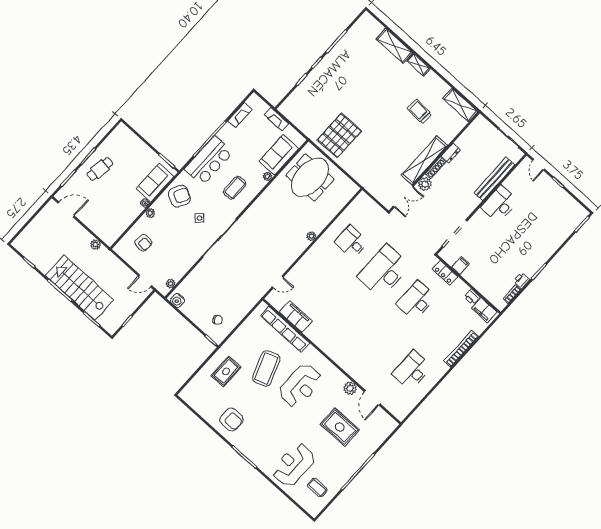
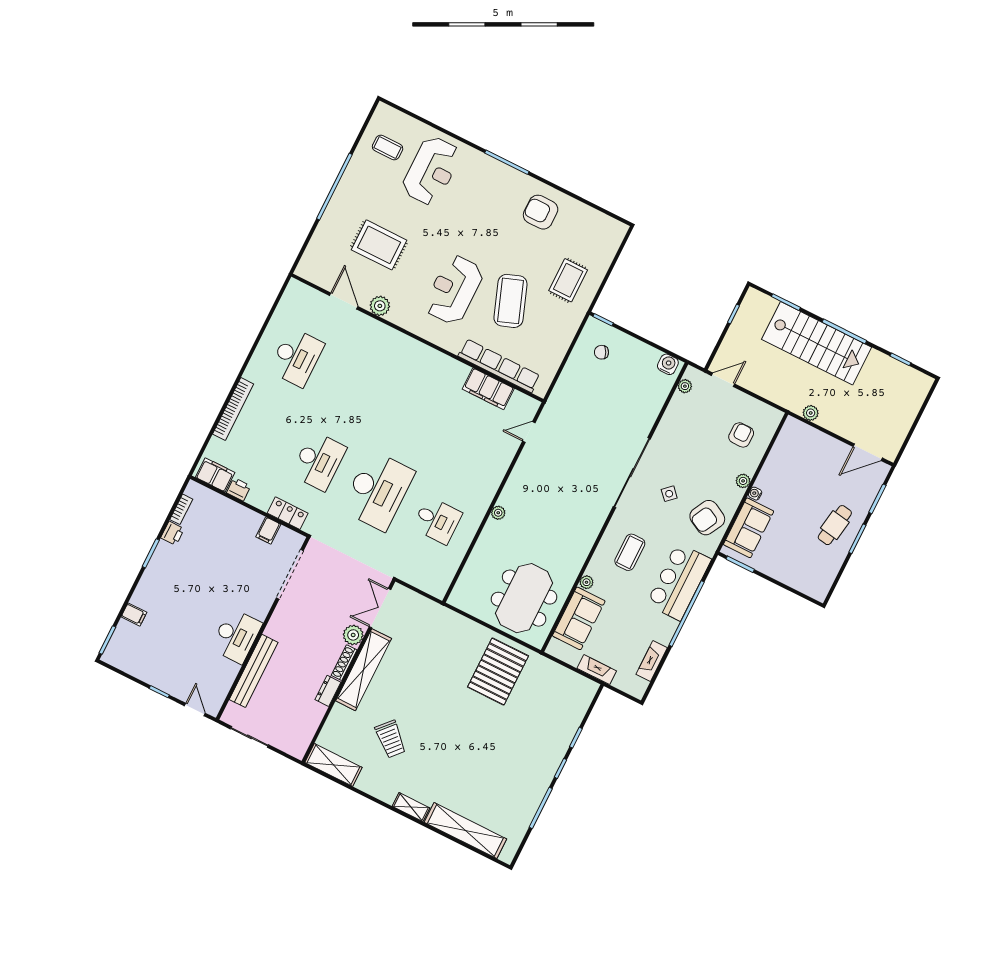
shelving: (394, 46) -> (465, 831), width x1.47
trolley: (419, 111) -> (391, 739), turned 38
filing cabinet: (560, 236) -> (134, 615), added
armchair: (143, 243) -> (741, 435), turned 85

